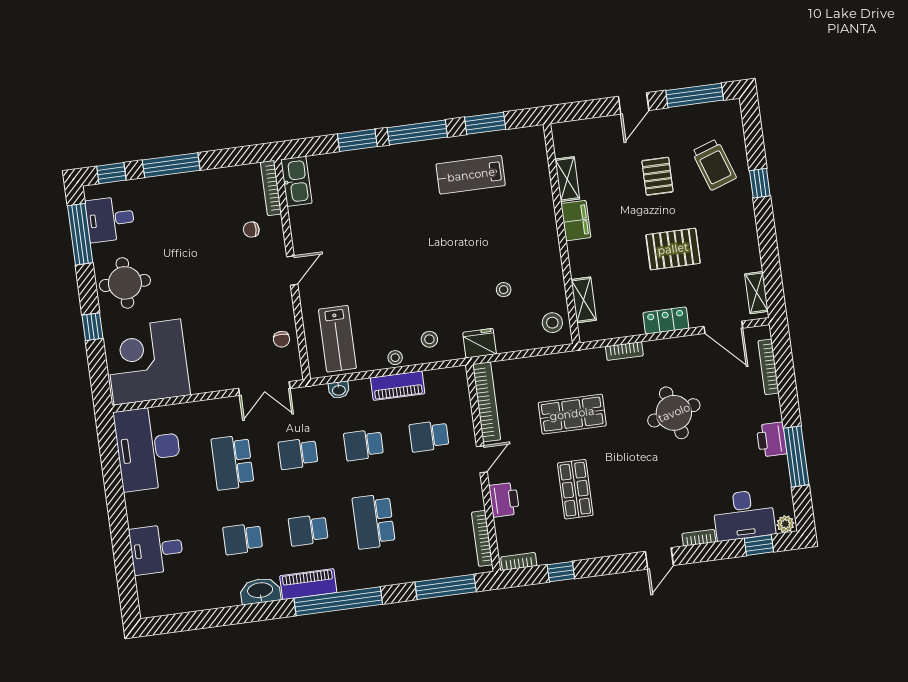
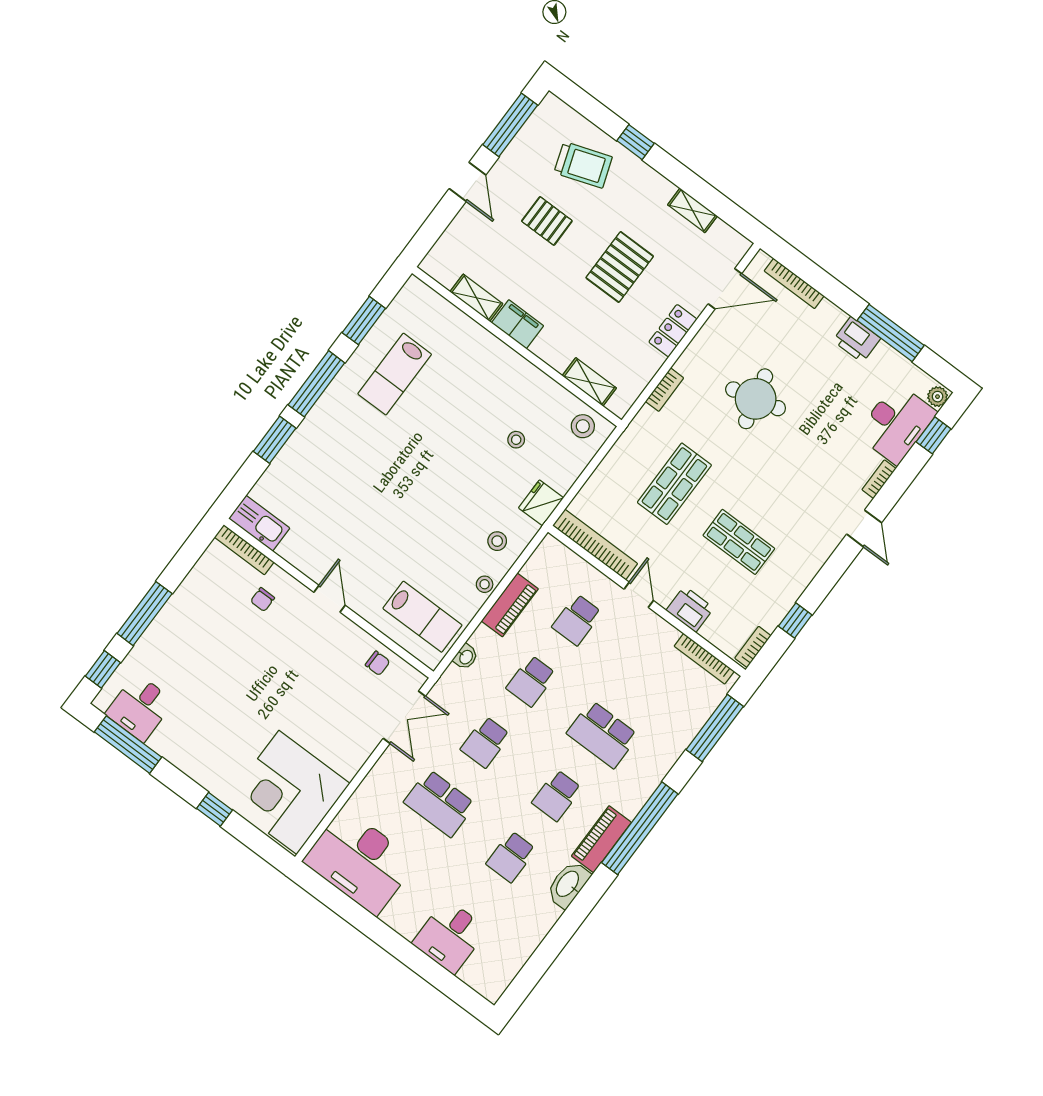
round table: (125, 283) -> (204, 747), removed
shelving: (756, 293) -> (692, 210), moved

